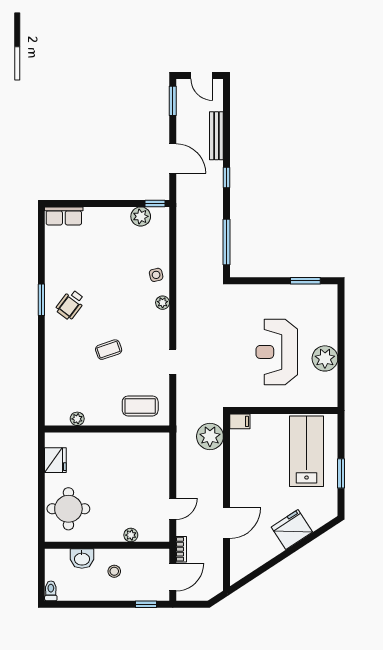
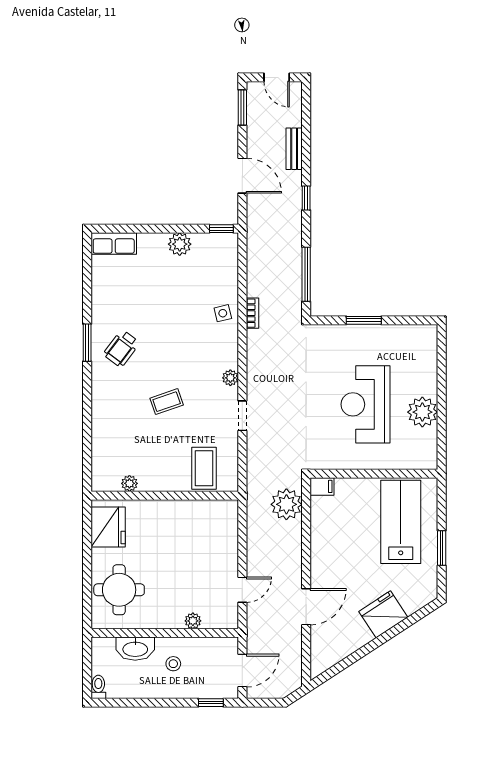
bench: (216, 136) -> (294, 149), width x0.73
plant: (141, 216) -> (180, 244), moved
window: (305, 281) -> (364, 320), moved
plant: (163, 303) -> (230, 378), moved
coffee table: (140, 406) -> (204, 468), turned 90
fridge: (55, 460) -> (108, 527), width x1.36, depth x1.34
bookcase: (181, 549) -> (253, 313), moved
washbasin: (82, 559) -> (135, 649), width x1.38

